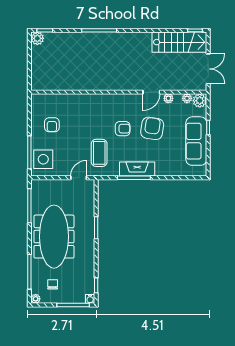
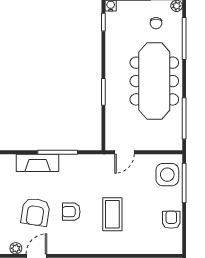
armchair: (52, 125) -> (171, 220), moved
coffee table: (99, 153) -> (112, 214), moved
fireplace: (137, 169) -> (38, 163), moved

